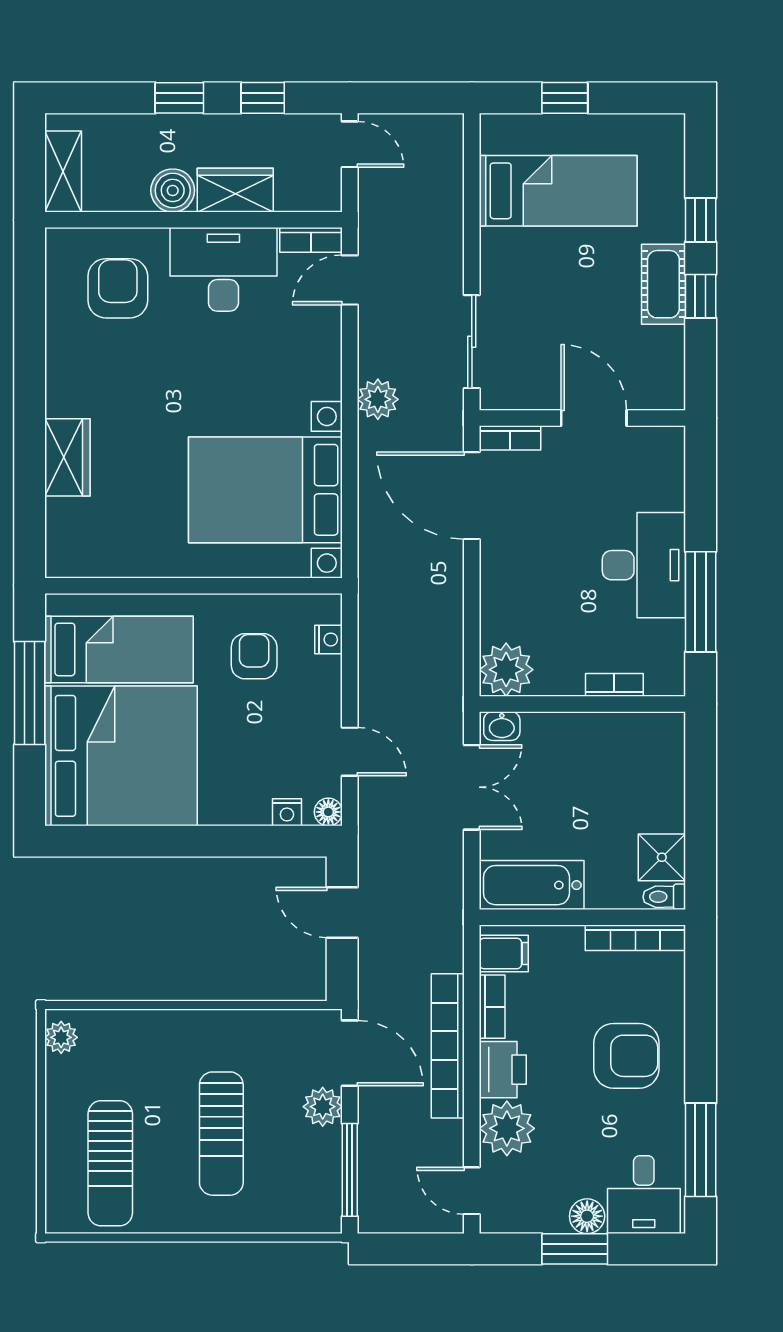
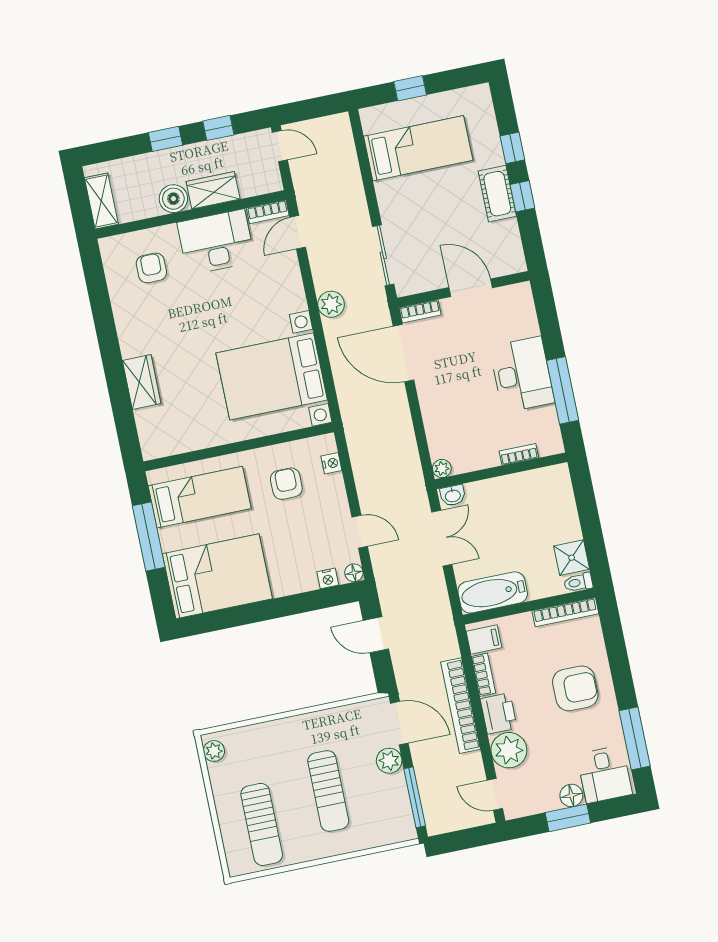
armchair: (118, 288) -> (151, 268), width x0.72, depth x0.72
plant: (506, 670) -> (442, 469), width x0.53, depth x0.53
bed: (121, 756) -> (217, 576), width x0.73

